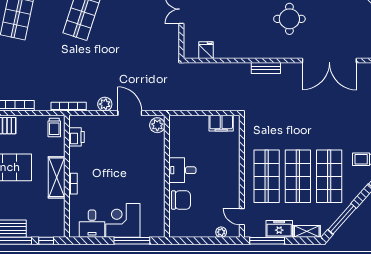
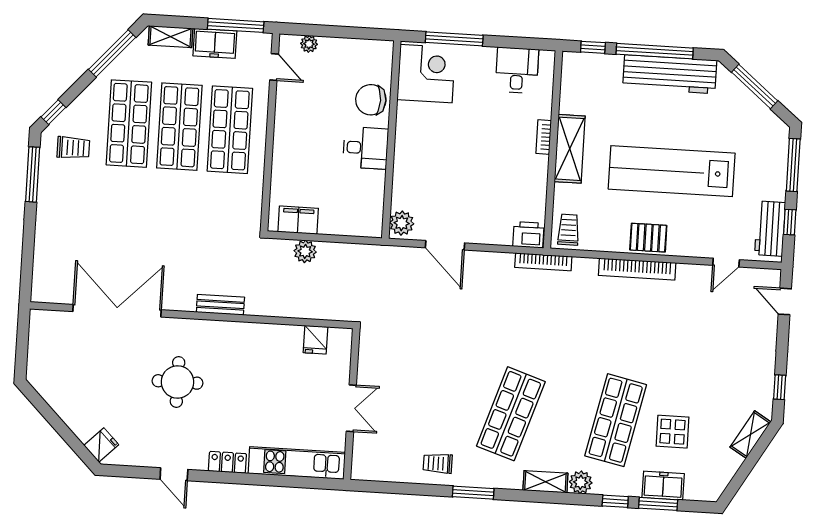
plant: (105, 104) -> (305, 251), moved
printer: (77, 137) -> (528, 235), moved, turned 90
corner desk: (123, 220) -> (426, 74), moved, turned -90

